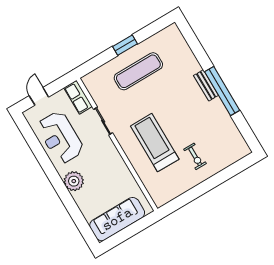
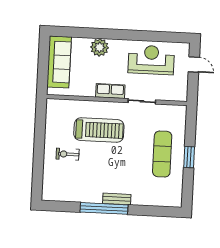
row of seats: (78, 97) -> (110, 91), moved
plant: (74, 181) -> (100, 47), moved

